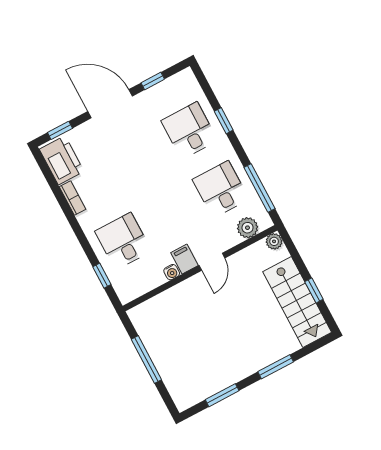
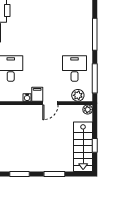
window: (224, 121) -> (95, 34), width x2.17
desk: (189, 131) -> (75, 30), removed

